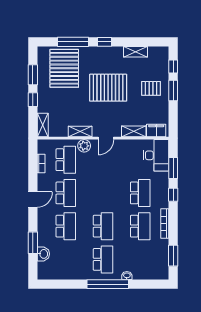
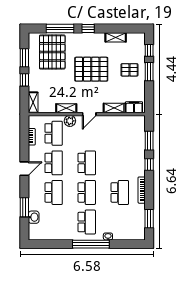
desk: (156, 155) -> (134, 129), removed
school desk: (140, 193) -> (87, 163), moved

